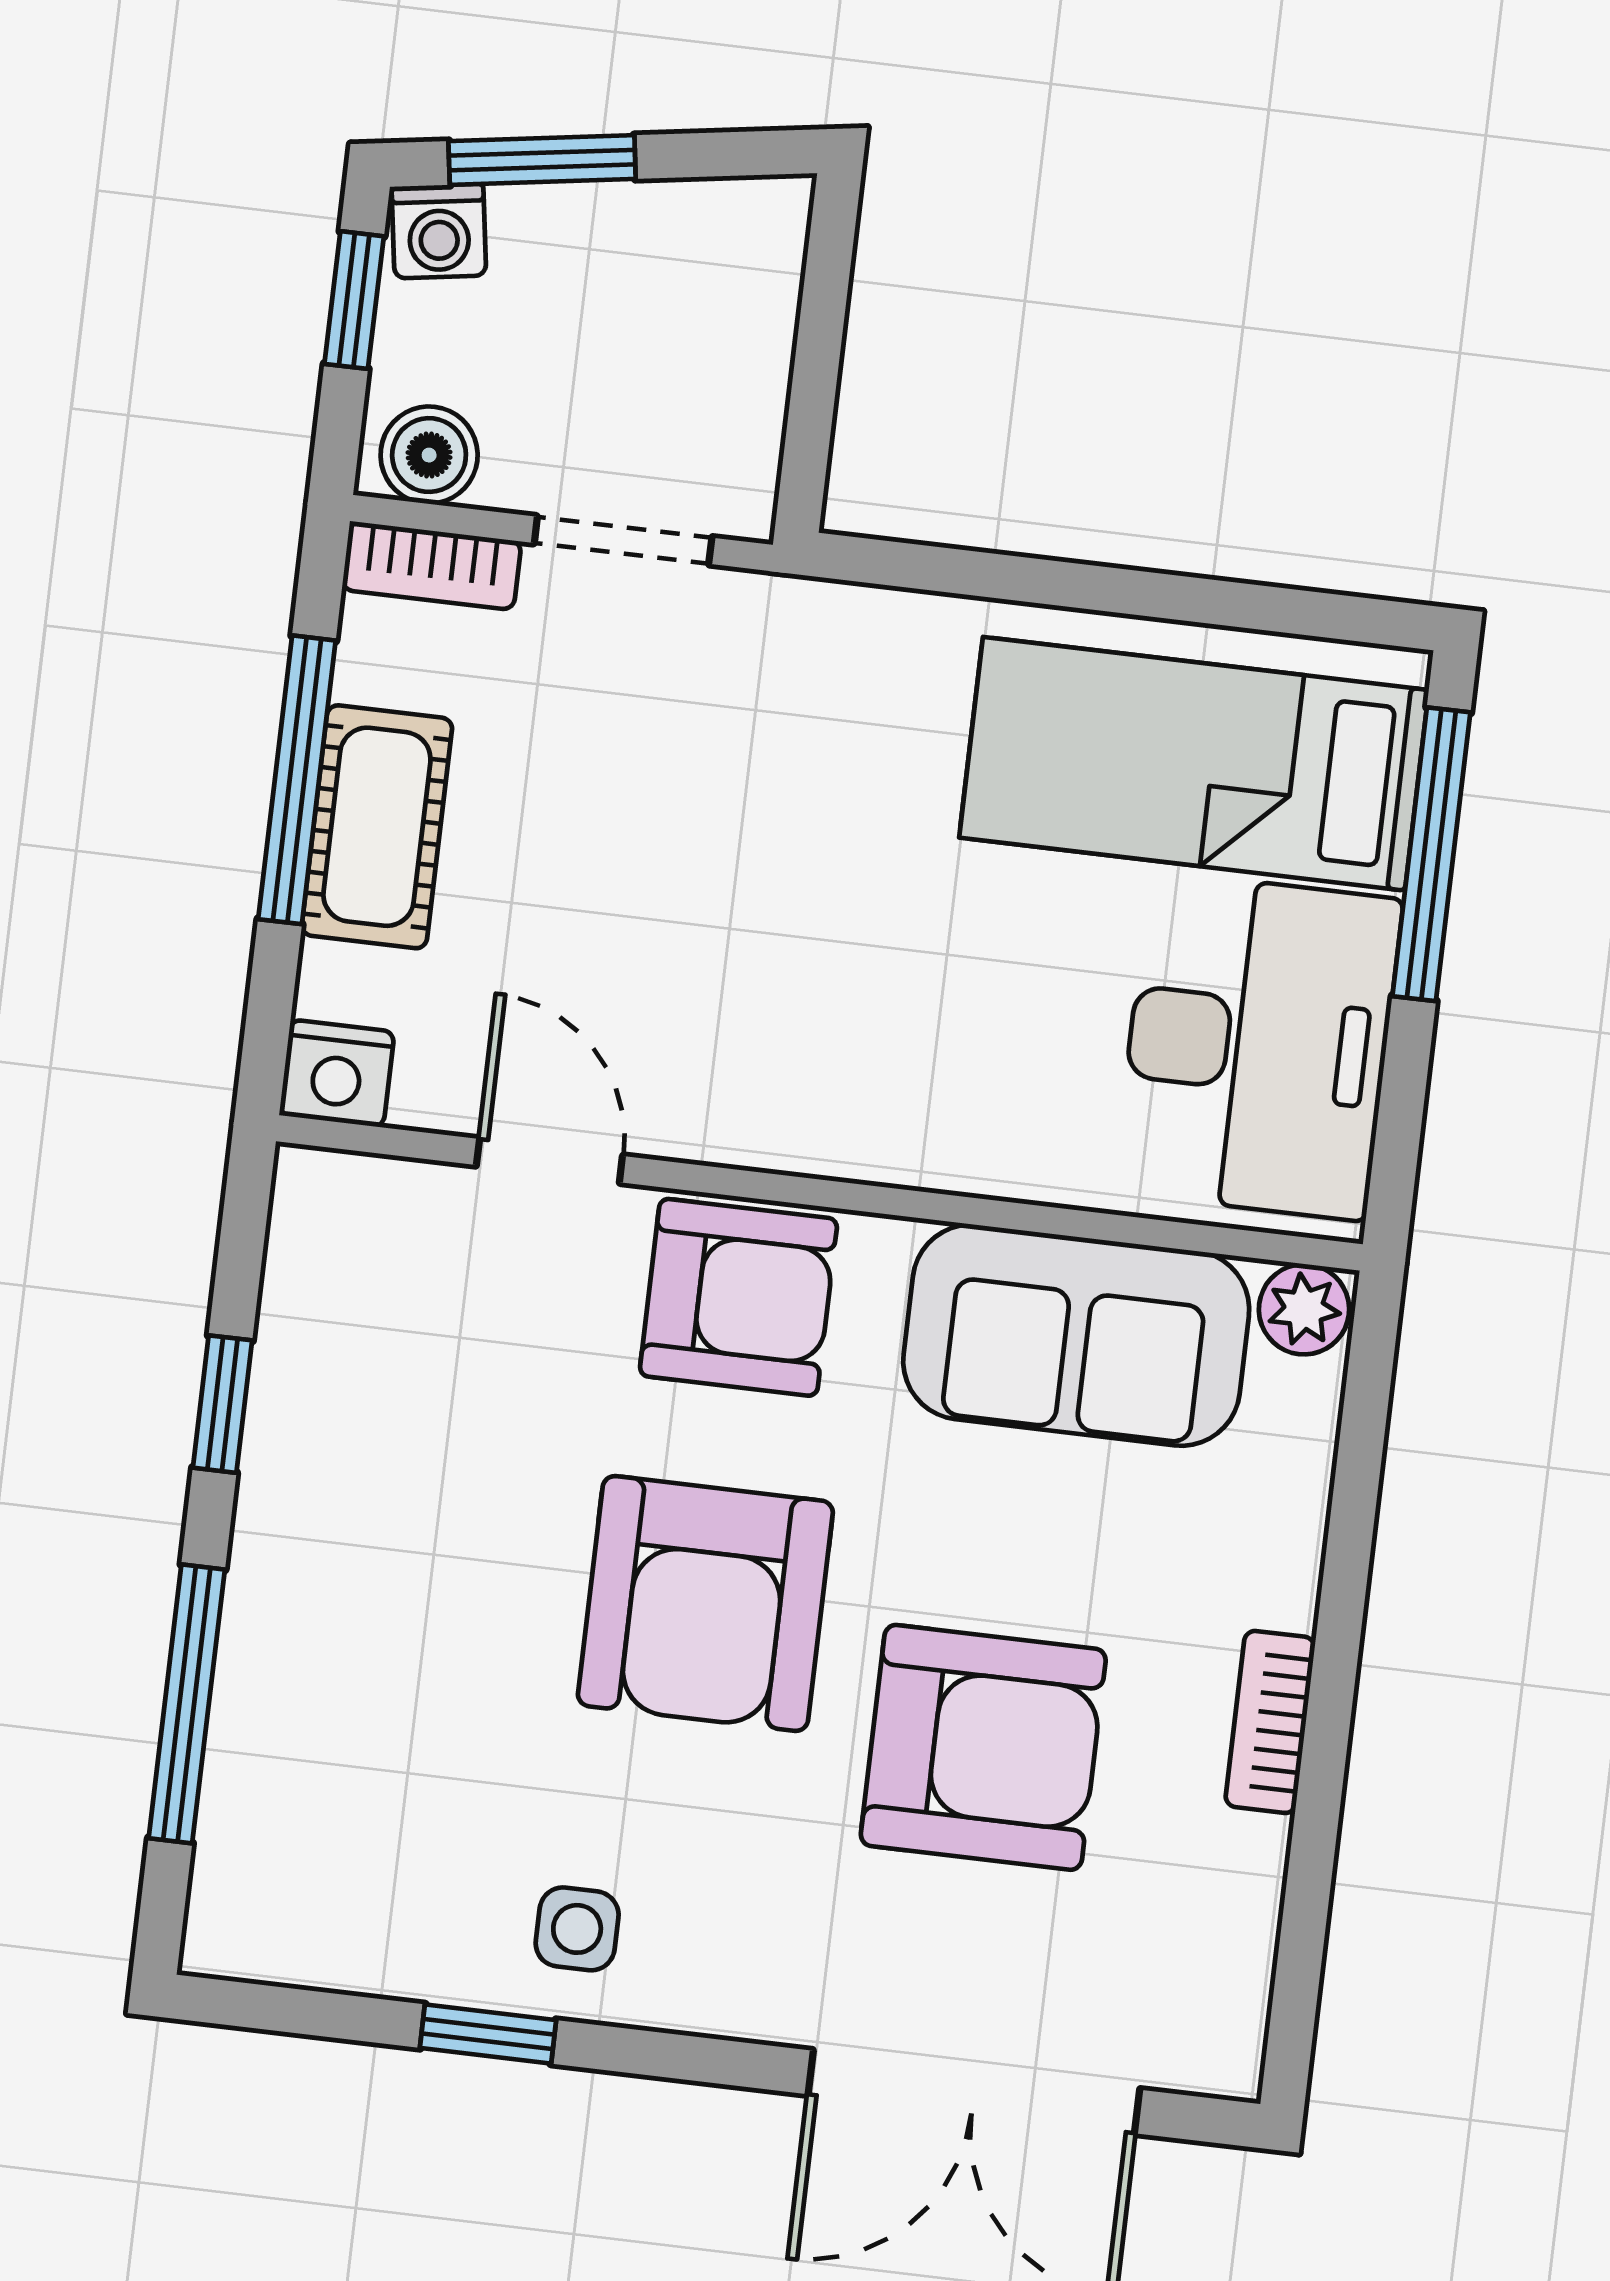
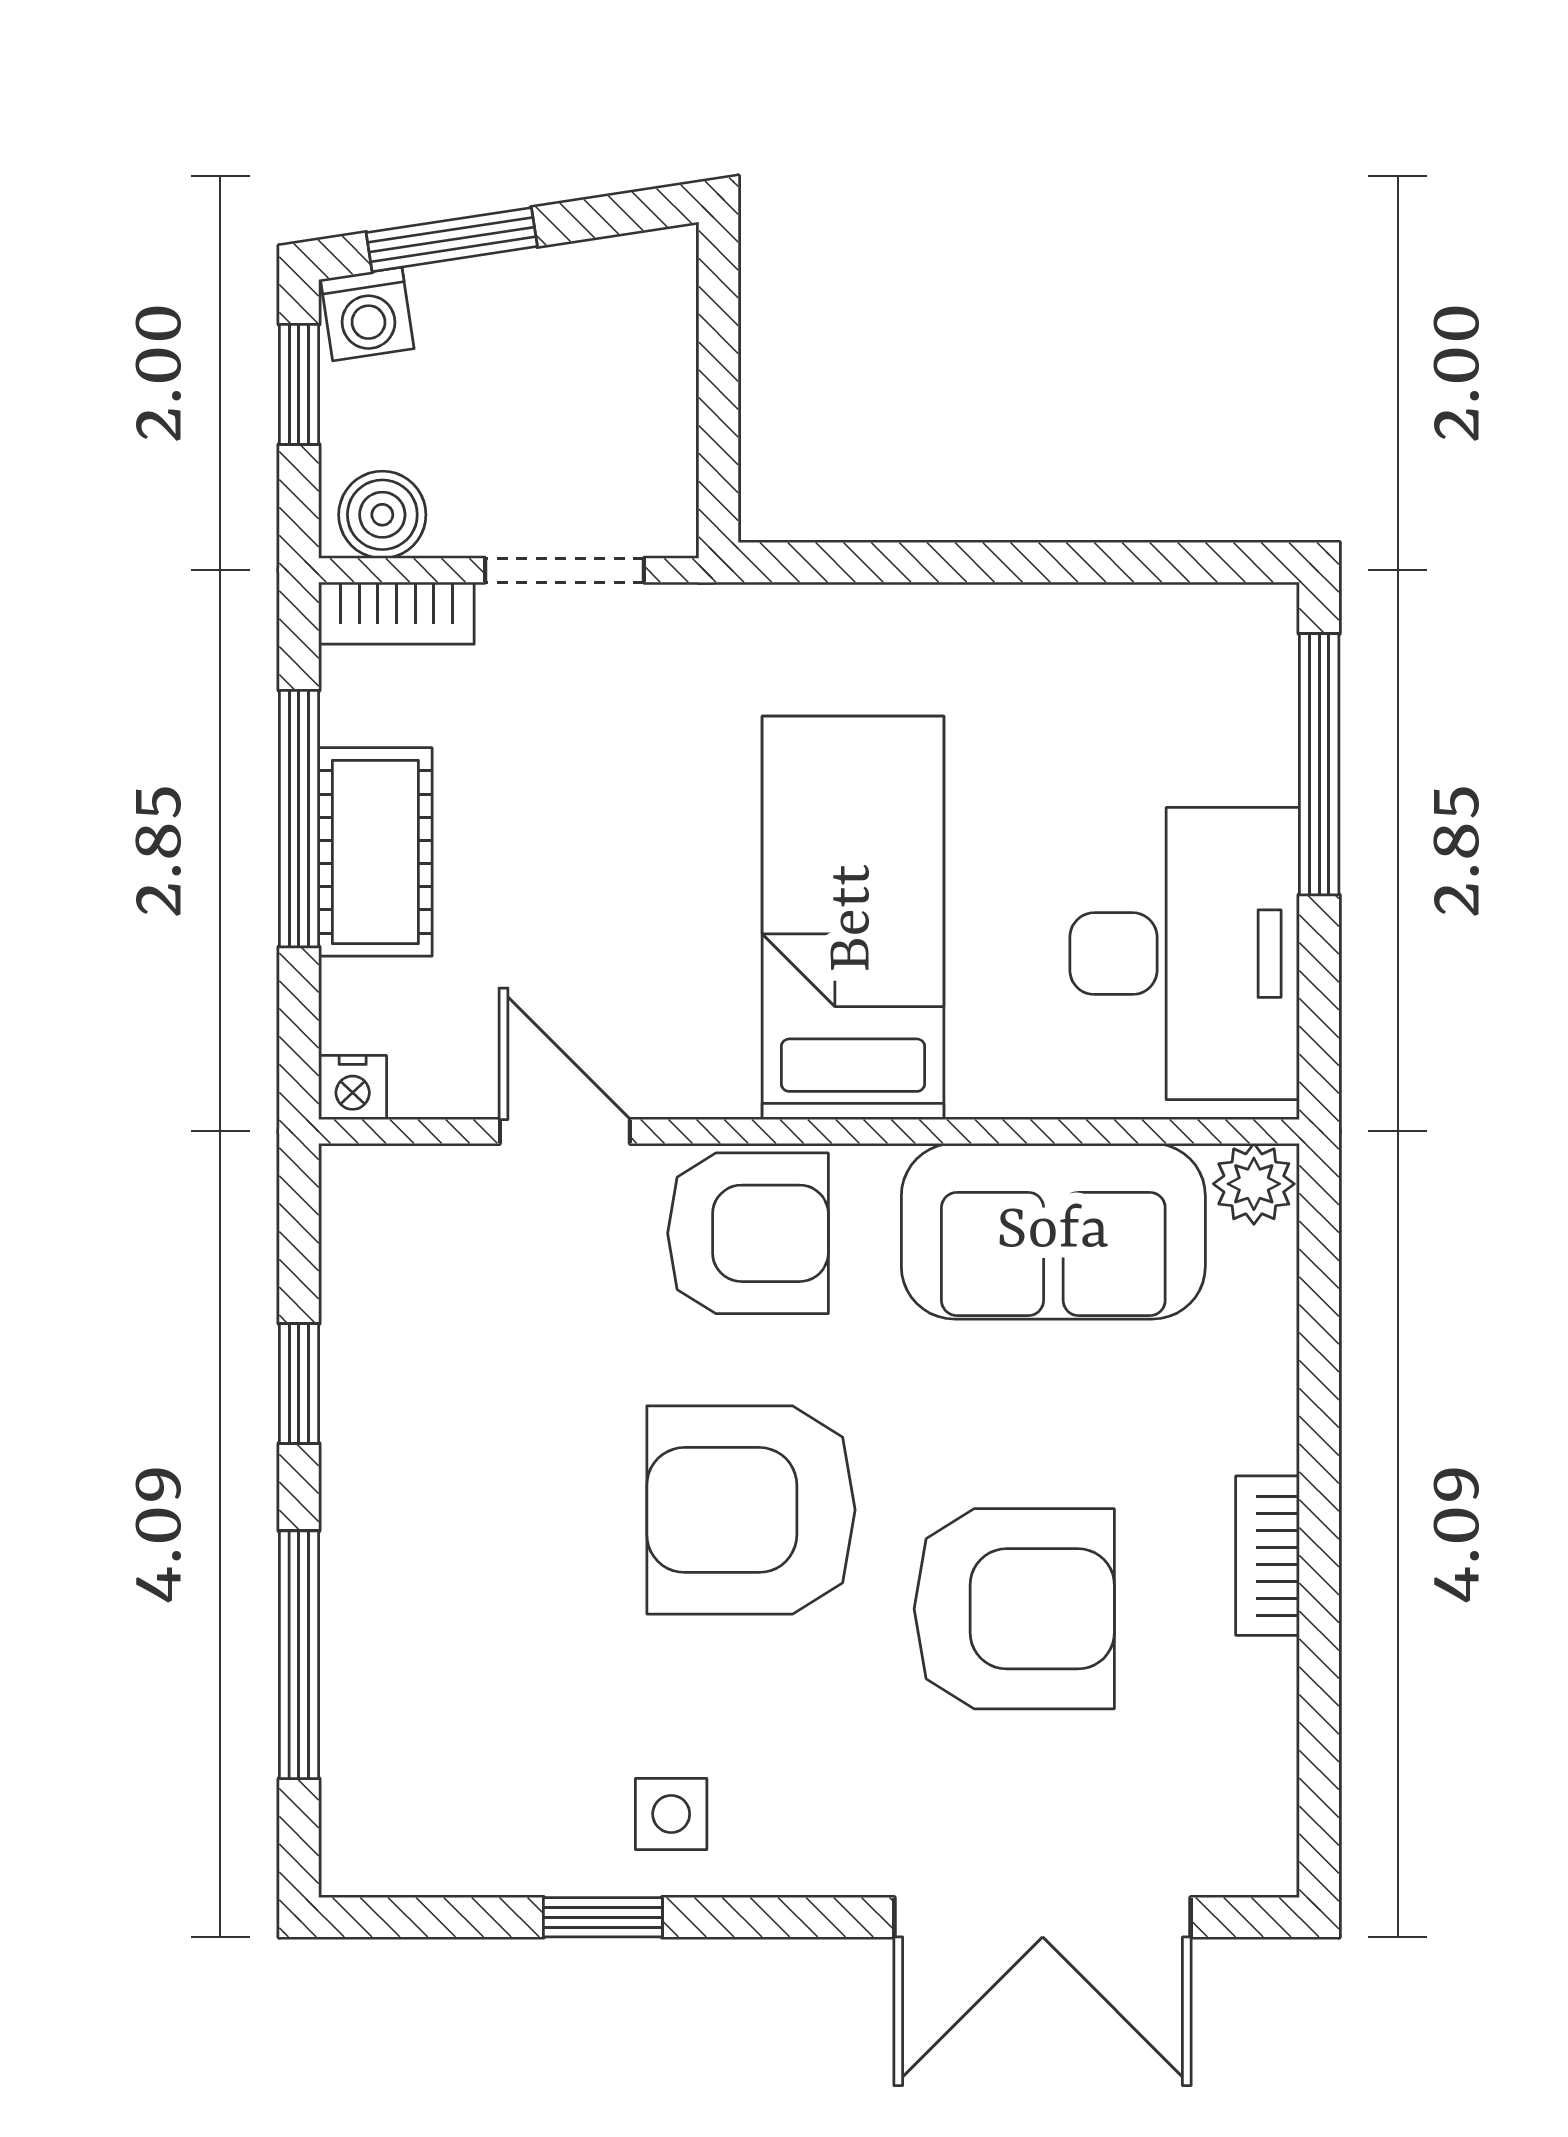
bed: (1194, 764) -> (853, 918), moved, turned 90
nightstand: (337, 1073) -> (353, 1088), width x0.72, depth x0.74
armchair: (705, 1603) -> (751, 1510), turned 90

